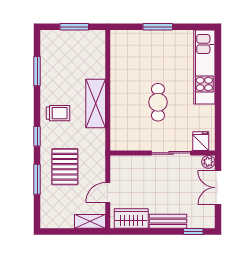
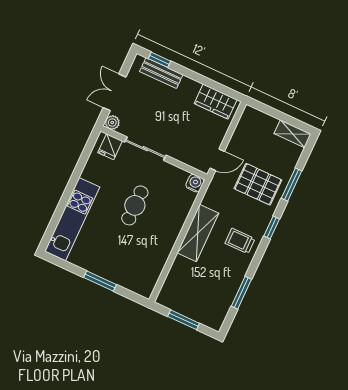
water cooler: (117, 144) -> (195, 183), added
pallet: (65, 167) -> (258, 184), turned 90
double door: (218, 188) -> (114, 92), swing flipped
door: (108, 192) -> (217, 160), moved
shelving: (90, 221) -> (293, 134), moved
bench: (168, 221) -> (161, 73), moved

